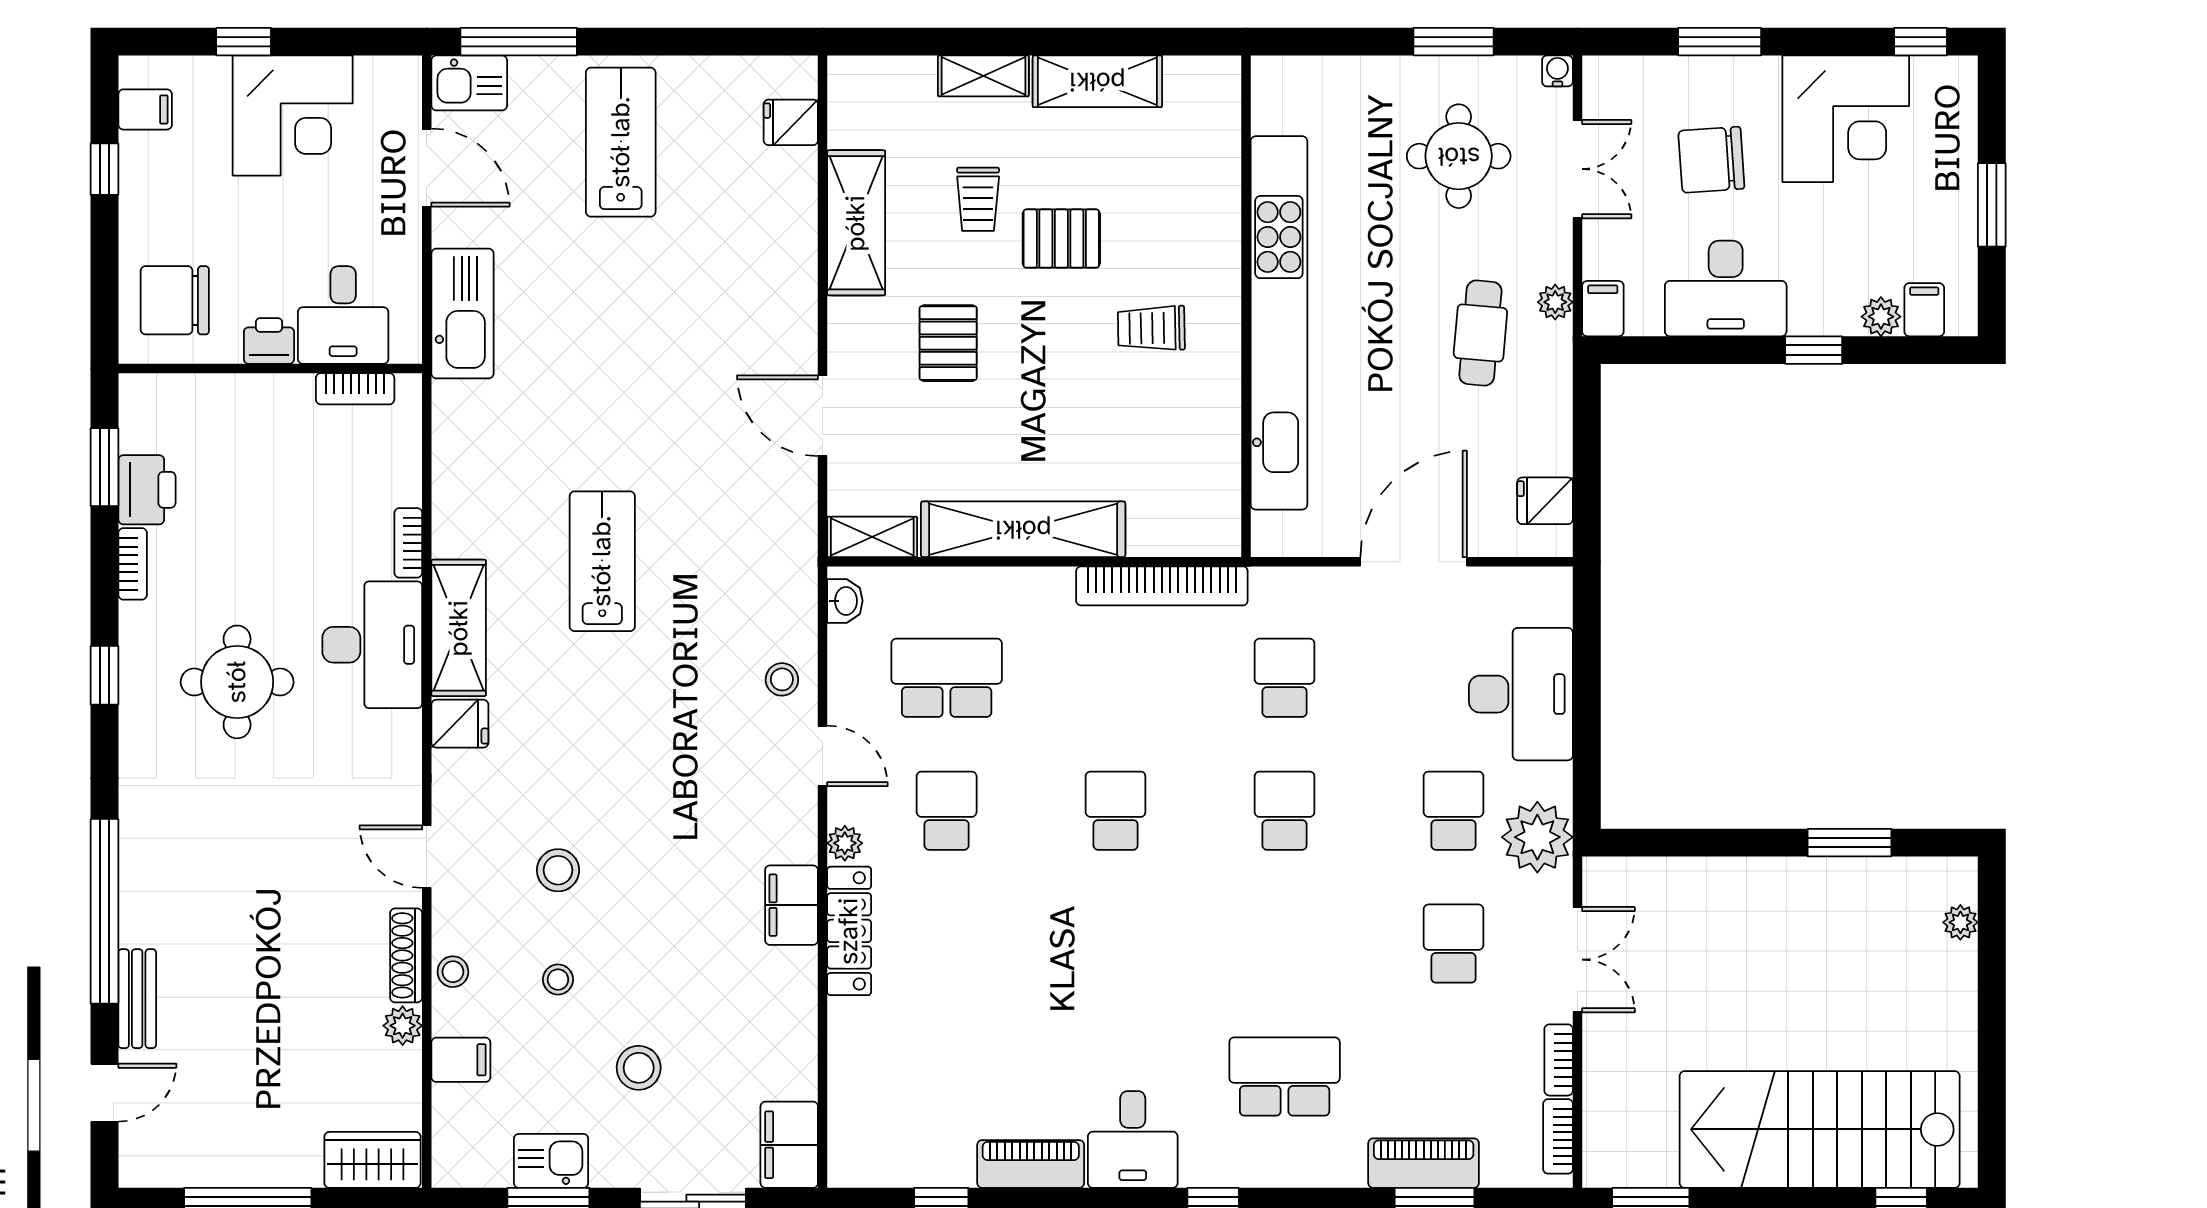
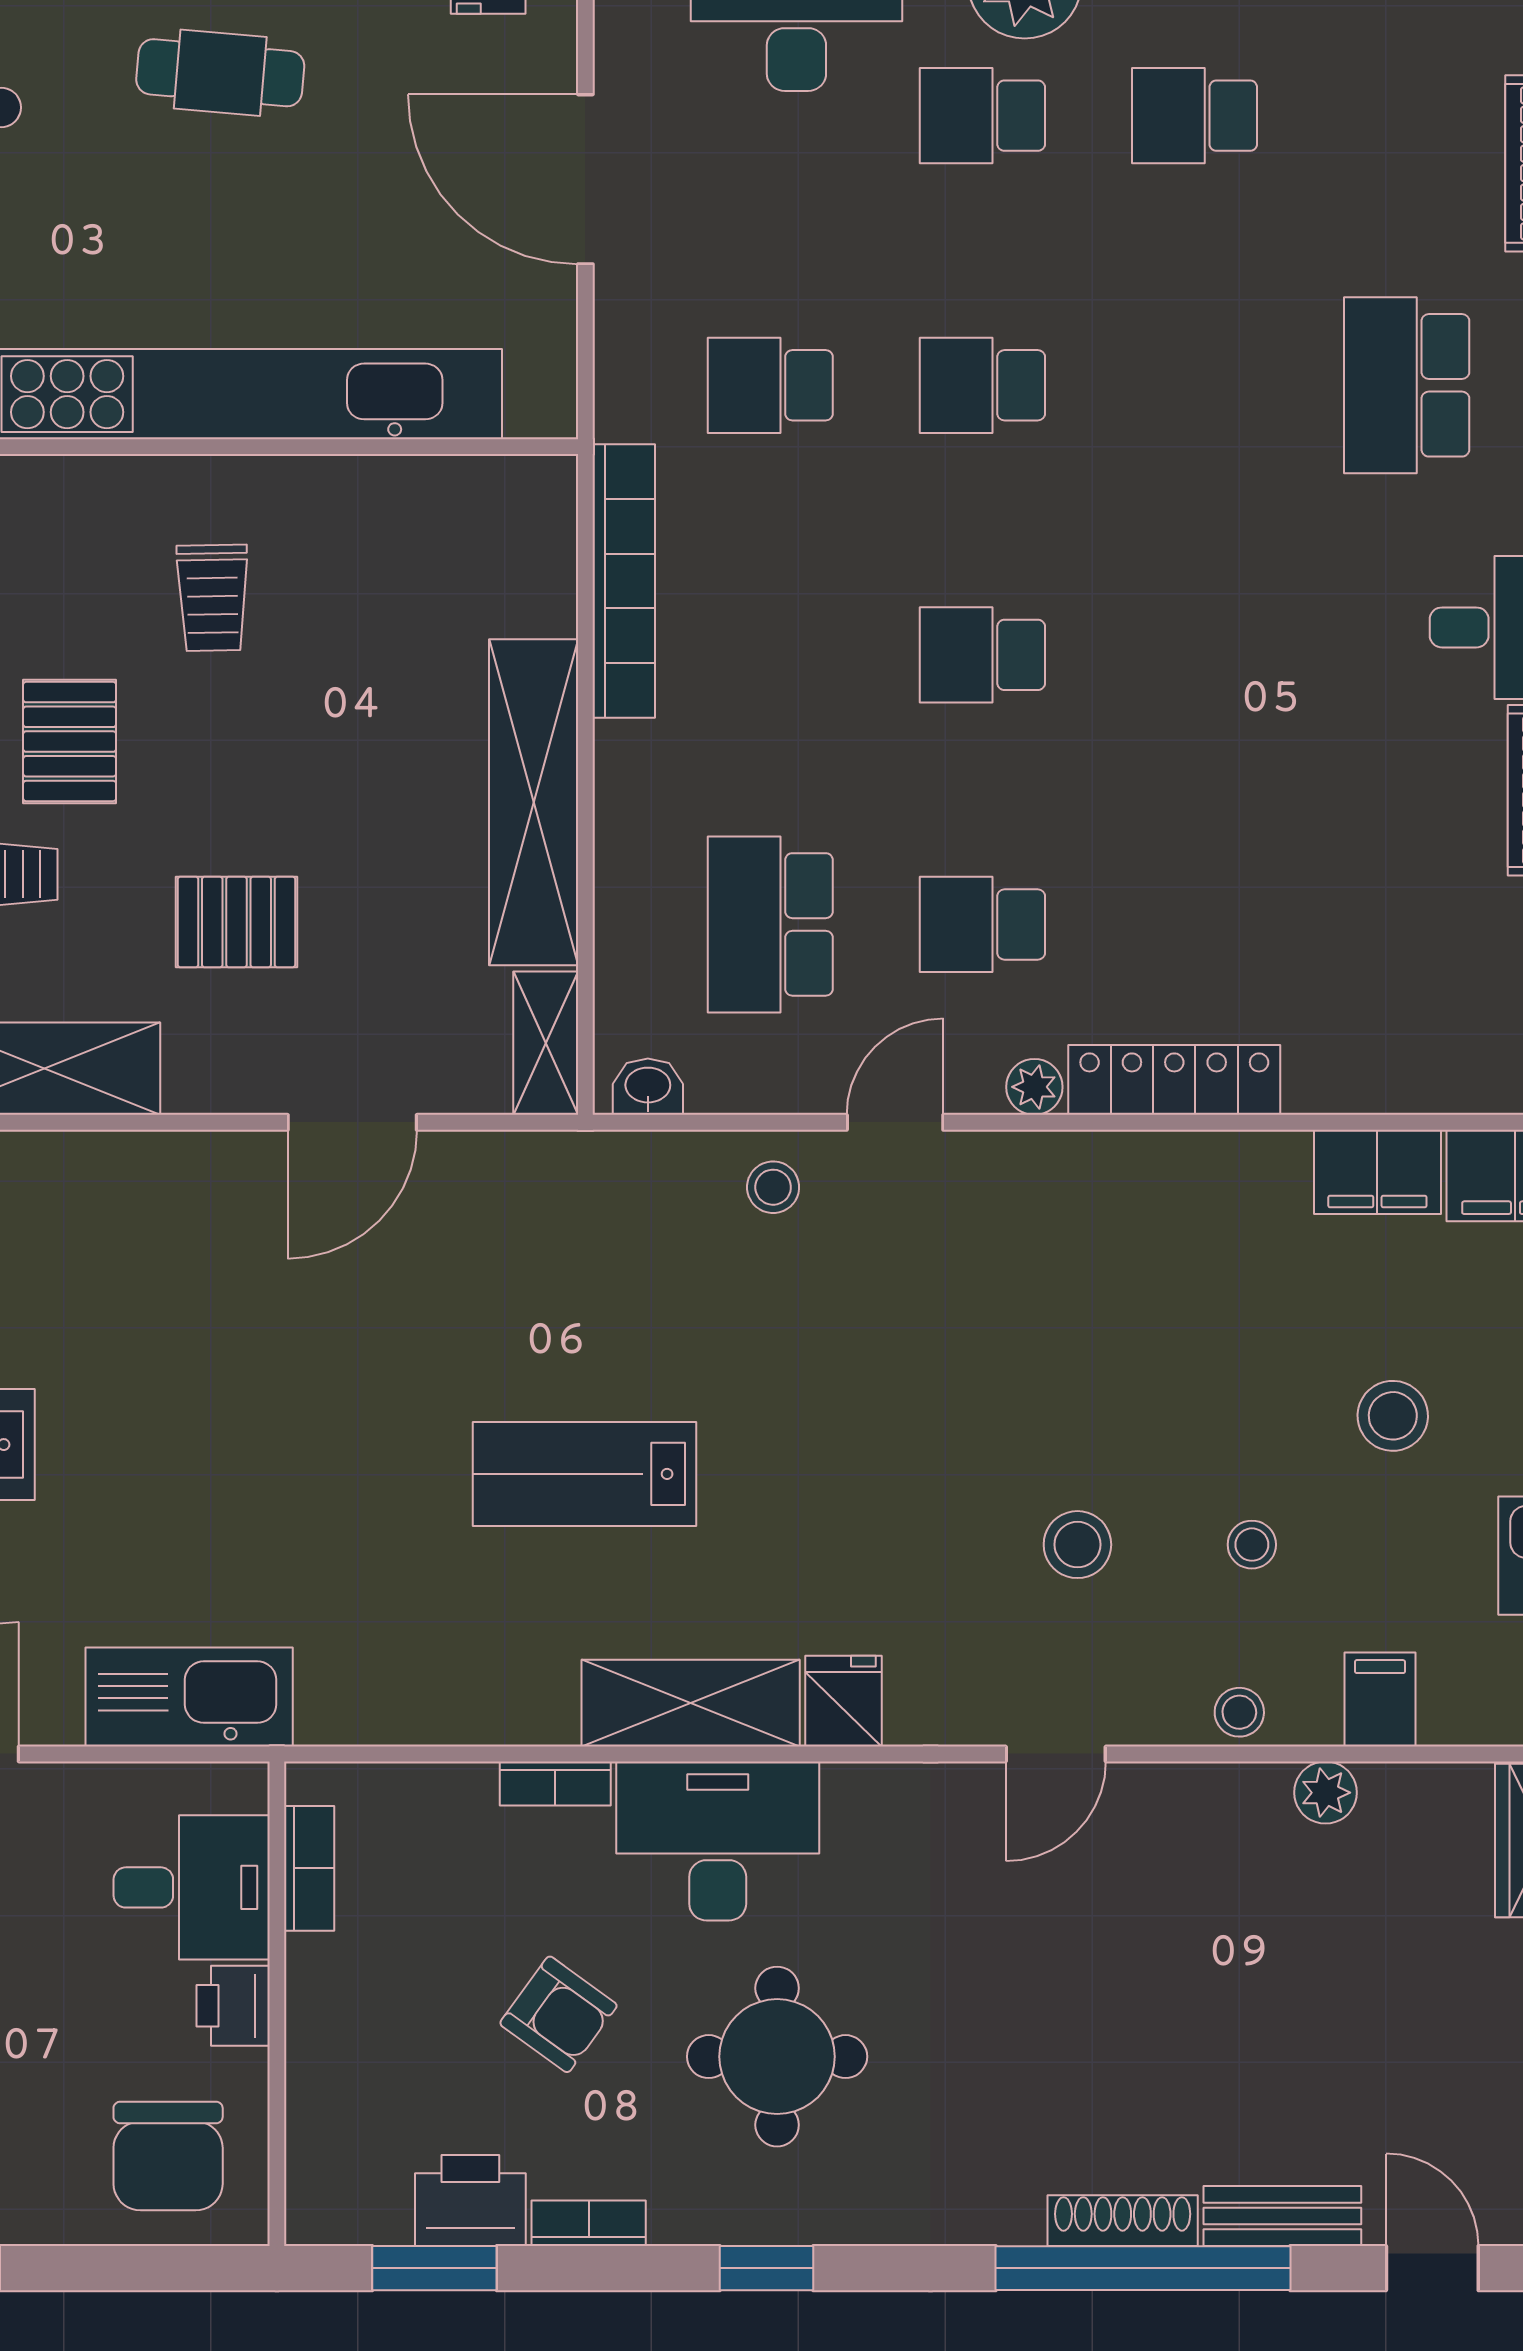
armchair: (264, 545) -> (558, 2014), added
filing cabinet: (792, 905) -> (1377, 1172), moved
shoe rack: (406, 955) -> (1123, 2221), moved, turned 180

